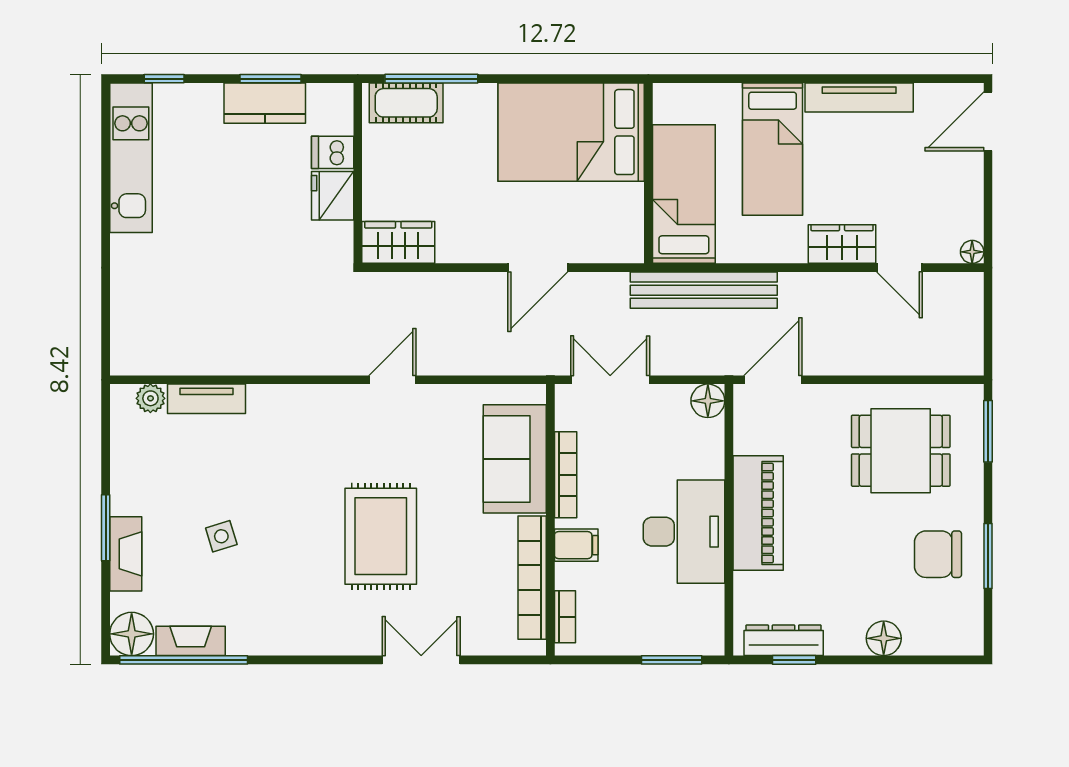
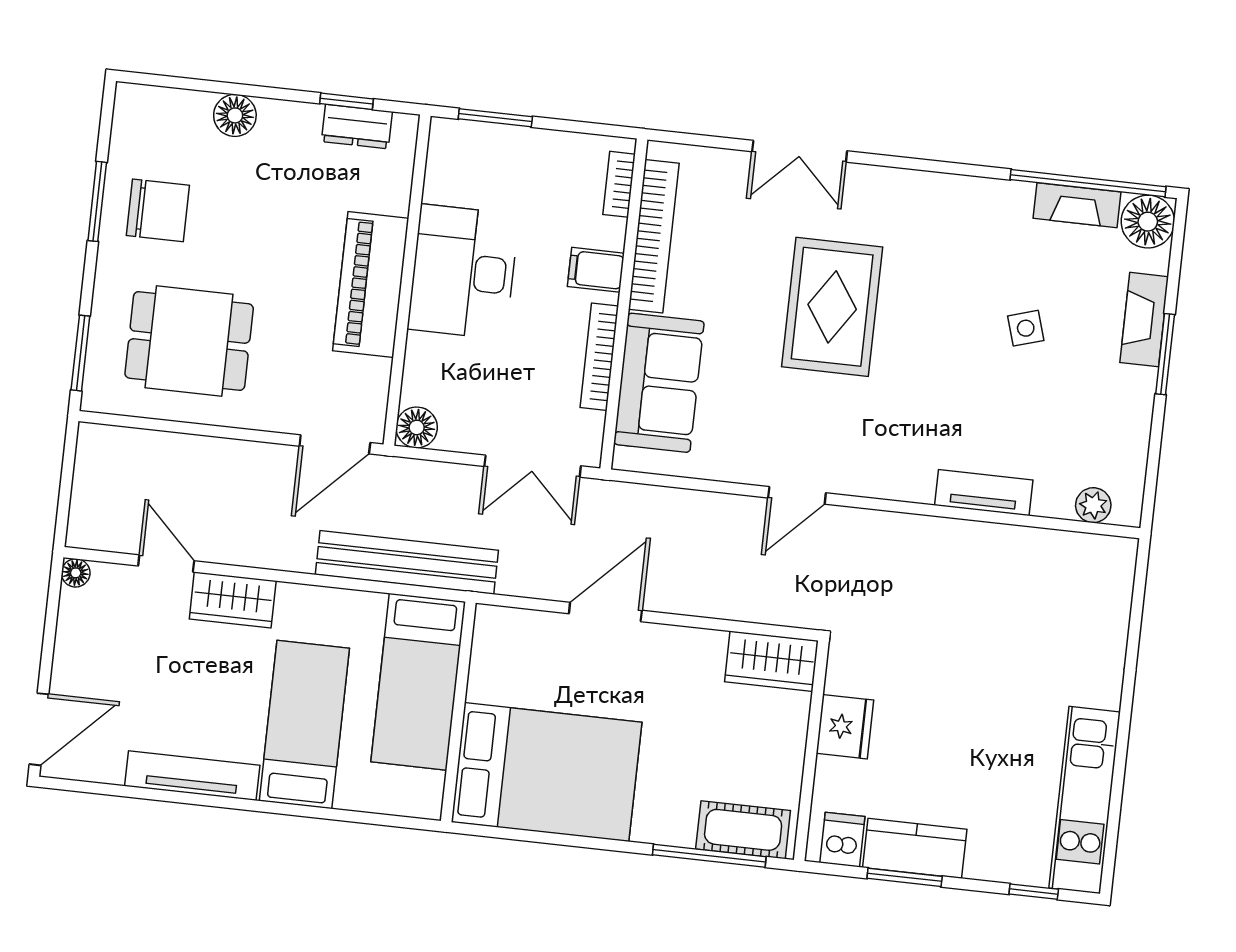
dishwasher: (333, 152) -> (842, 840), moved, turned -90
tv unit: (206, 399) -> (984, 493), moved
dresser: (784, 640) -> (357, 127), width x0.70

